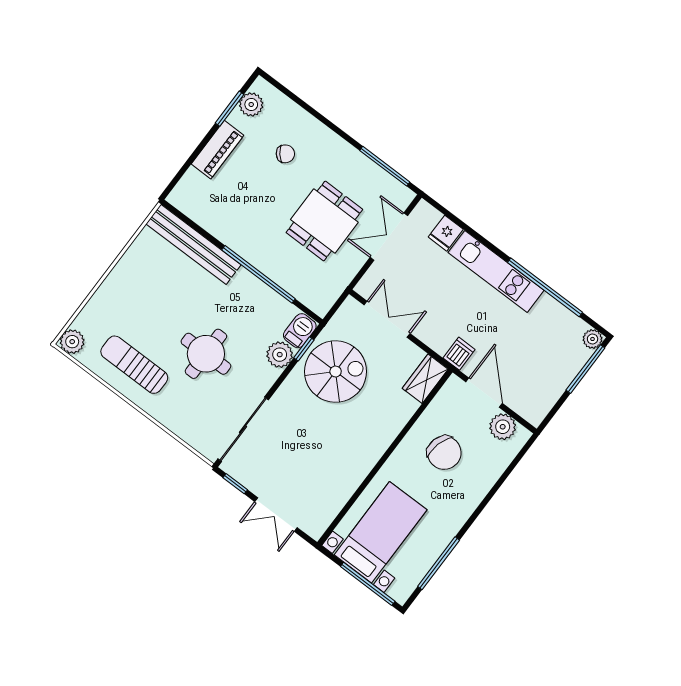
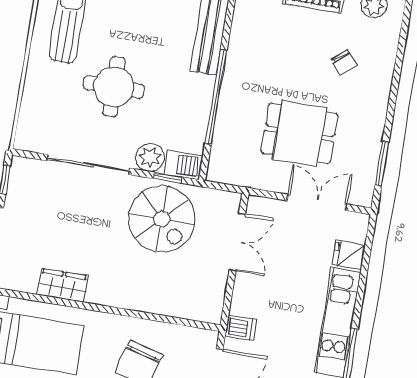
window: (385, 166) -> (382, 163), width x0.69
wardrobe: (425, 379) -> (63, 285), moved
sliding door: (243, 429) -> (89, 165), moved

